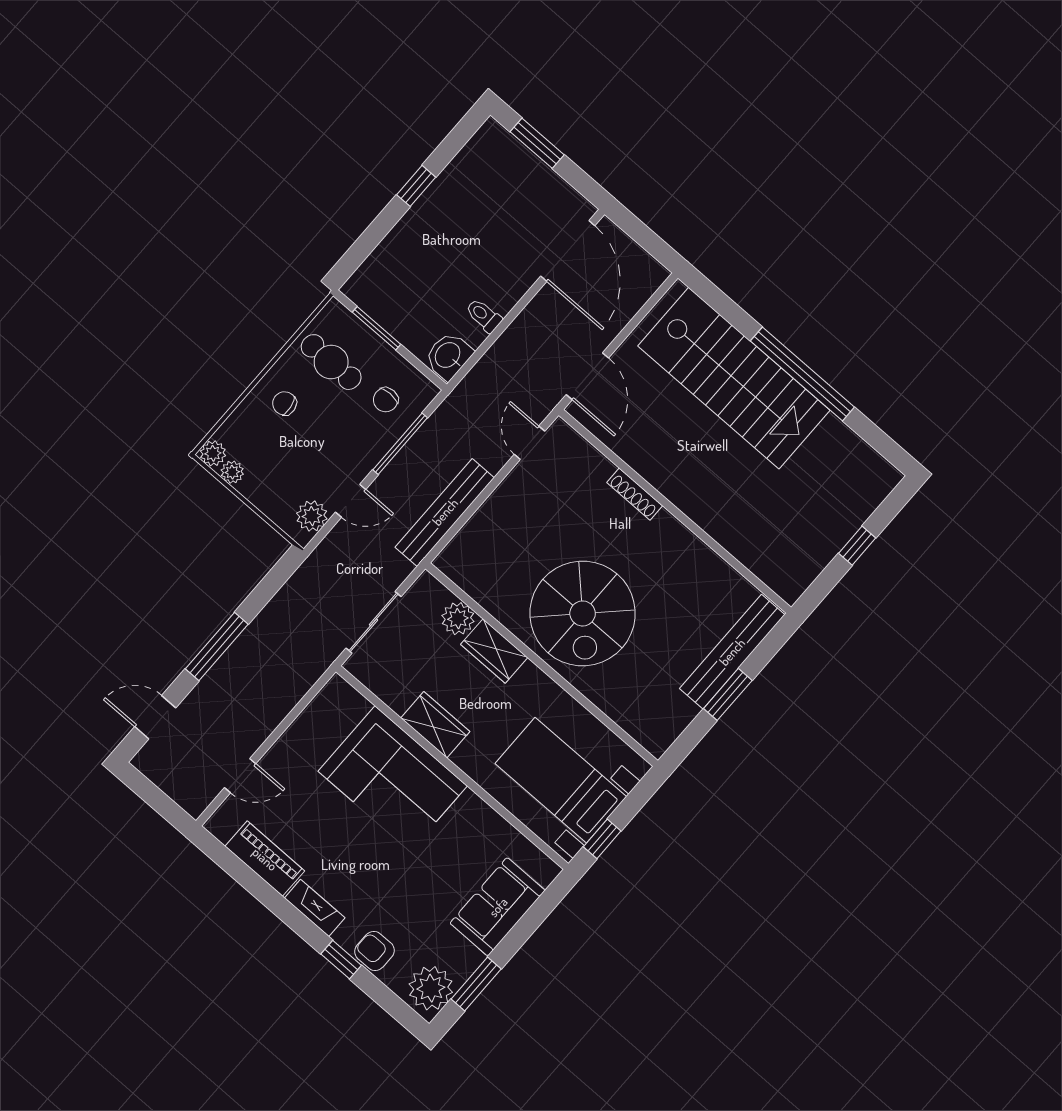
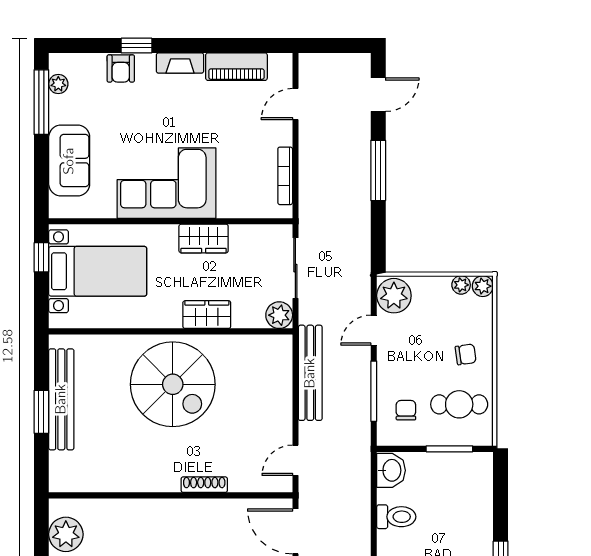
toilet: (484, 316) -> (396, 517), width x1.37, depth x1.39
door: (530, 443) -> (295, 460), swing flipped
plant: (312, 516) -> (394, 296), width x1.36, depth x1.36
plant: (804, 560) -> (66, 534), added
spiral stairs: (583, 613) -> (173, 384), turned 180
plant: (458, 619) -> (279, 315), moved
bench: (732, 652) -> (61, 399), moved
bookcase: (308, 717) -> (285, 176), added
corner sofa: (393, 779) -> (167, 183), moved
armchair: (375, 951) -> (121, 68), turned 90
window: (476, 984) -> (41, 102), width x1.44
plant: (431, 988) -> (58, 84), width x0.53, depth x0.53

